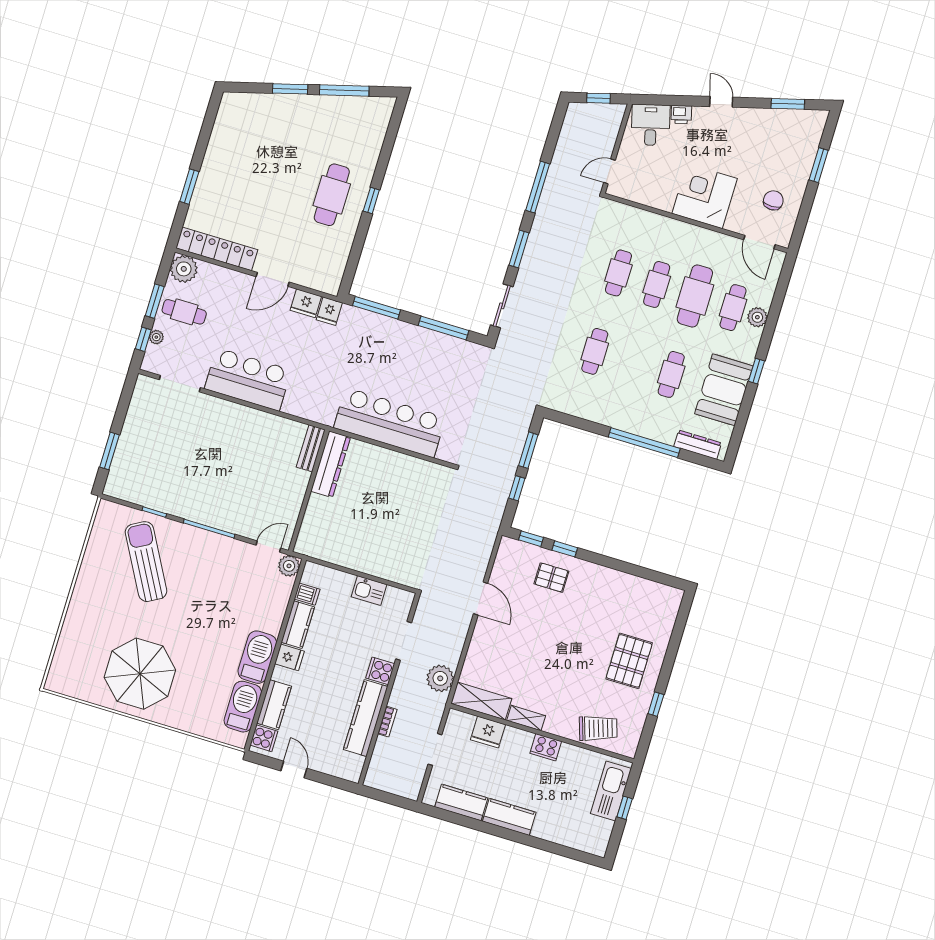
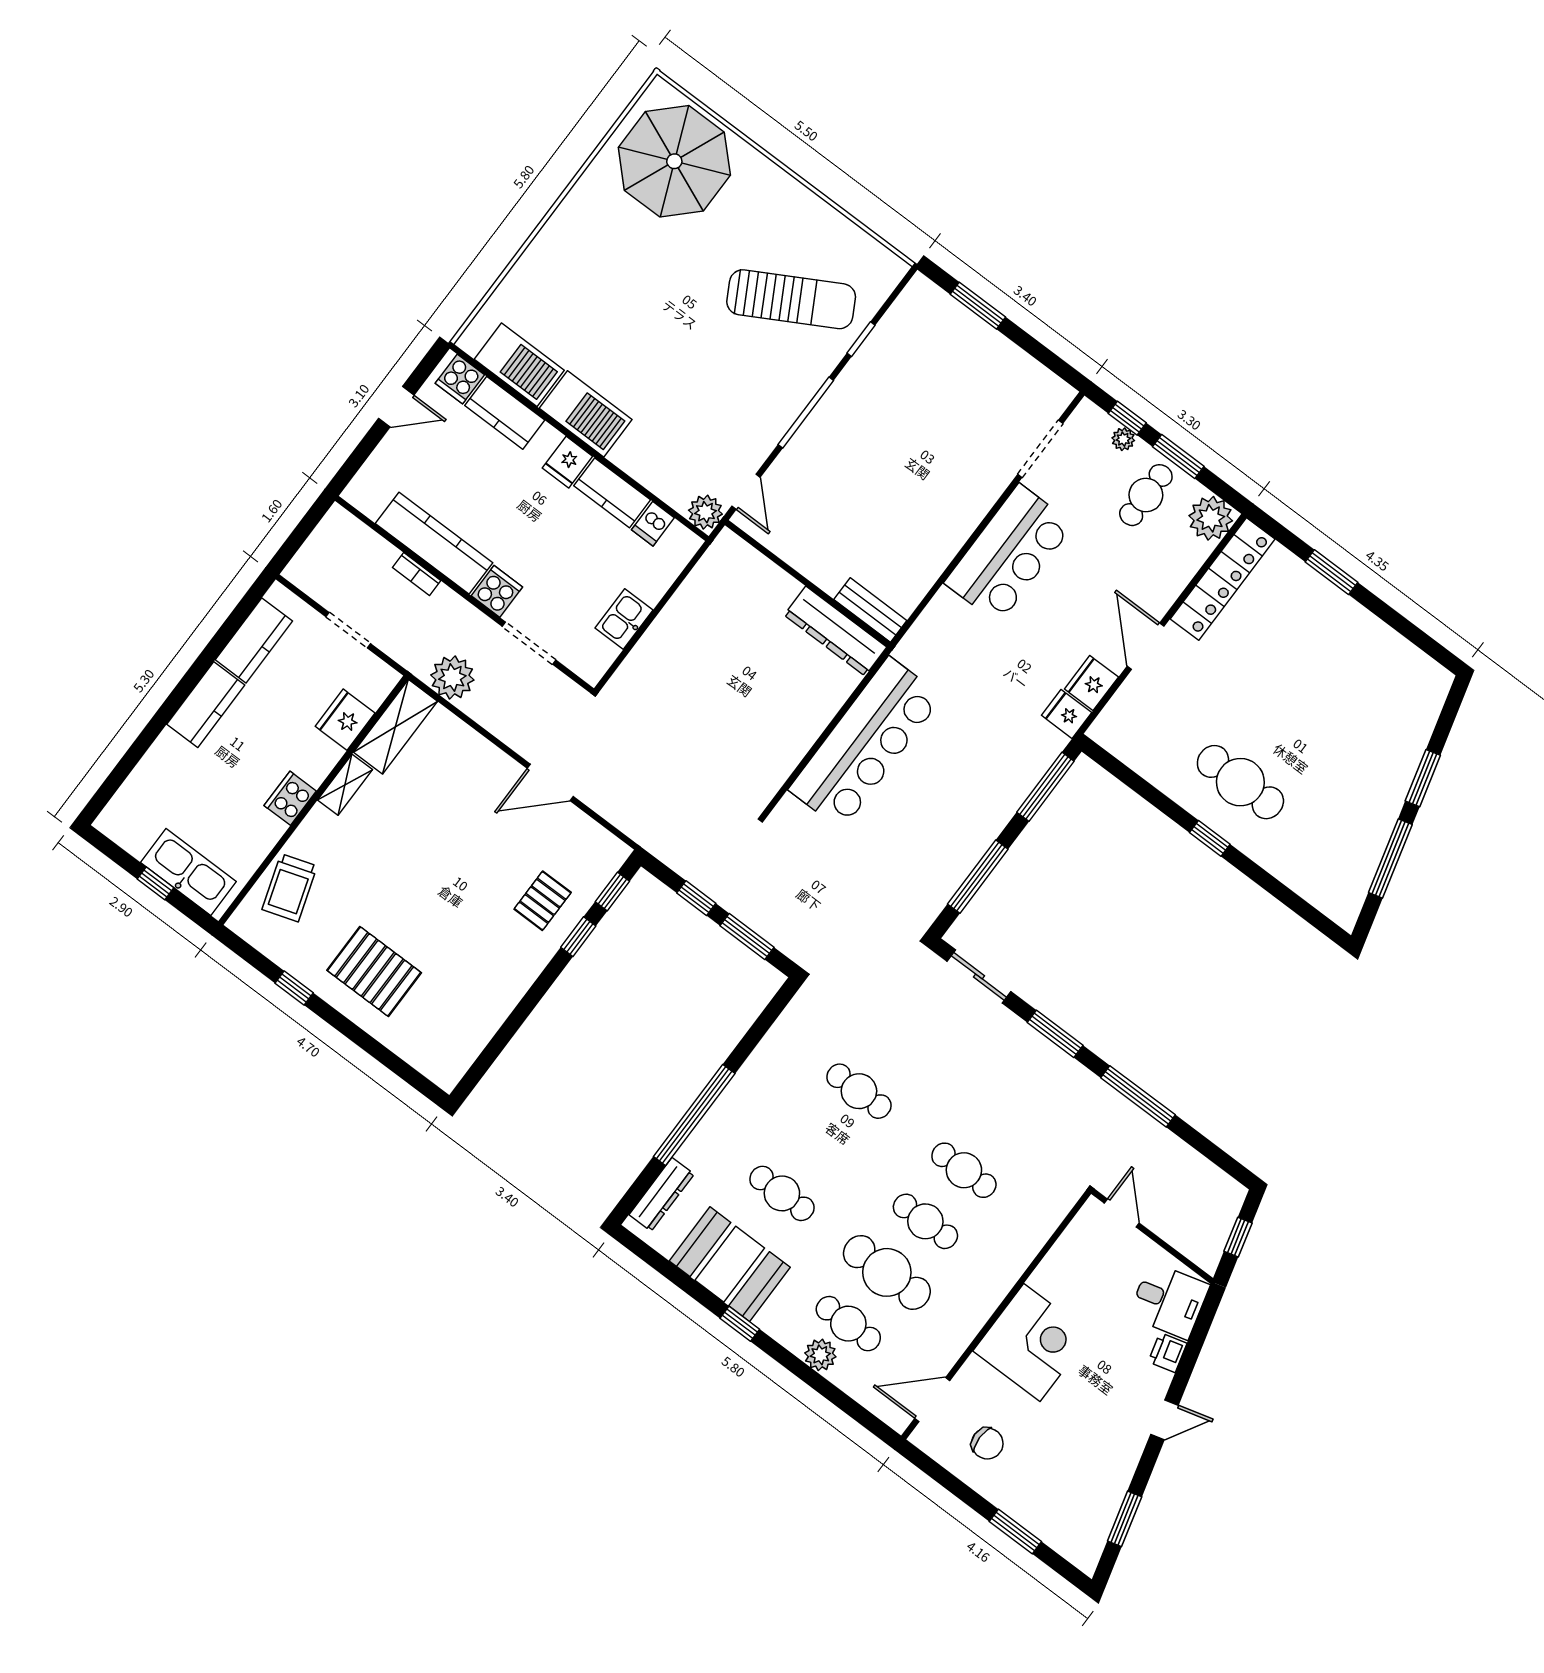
parasol: (140, 674) -> (674, 161), moved

